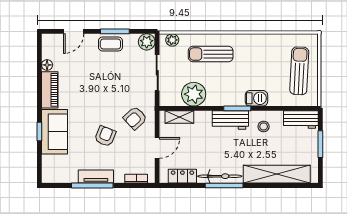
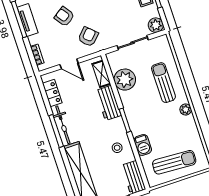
plant: (172, 40) -> (186, 110), moved
barbecue: (256, 98) -> (143, 145), moved
armchair: (135, 118) -> (88, 37), turned 87
workbench: (230, 120) -> (108, 103), moved
armchair: (105, 136) -> (64, 17), turned -147

